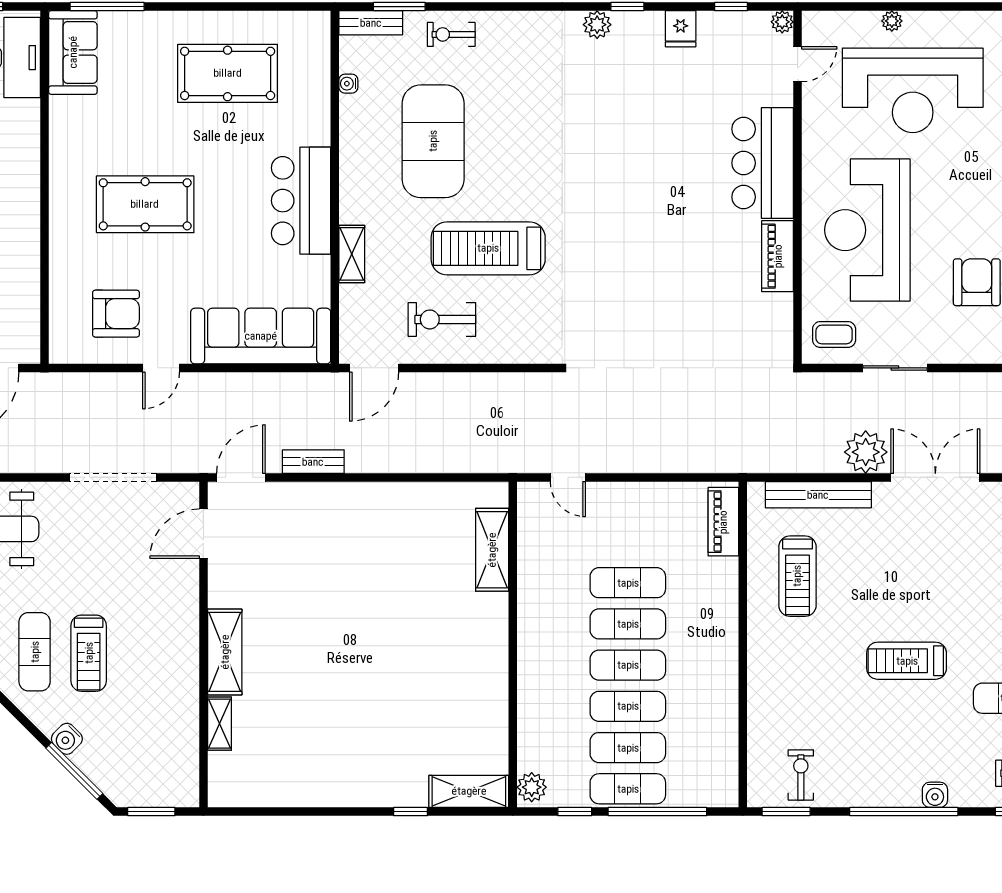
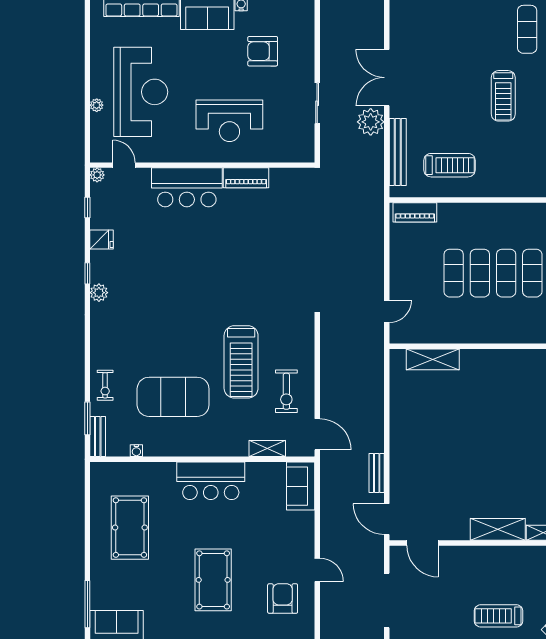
reception desk: (867, 230) -> (229, 121), width x0.74, depth x0.77
shelving: (352, 254) -> (267, 449), moved
coffee table: (834, 334) -> (296, 142), removed
sofa: (261, 336) -> (301, 486), width x0.54, depth x0.79
treadmill: (89, 653) -> (499, 616), turned 180

